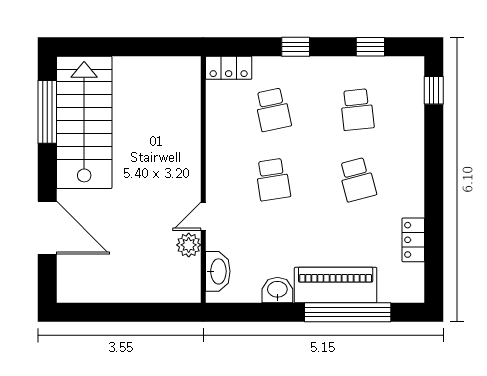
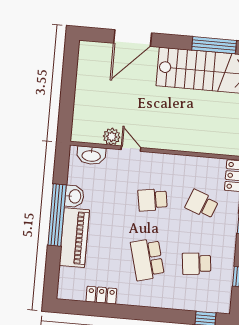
school desk: (273, 110) -> (202, 204), turned 33
school desk: (357, 179) -> (147, 259), width x1.85
window: (348, 312) -> (57, 215), moved

